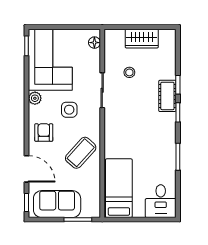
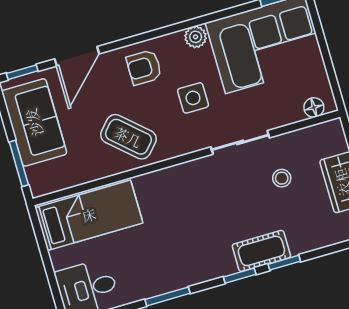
armchair: (44, 133) -> (144, 67), turned 180

